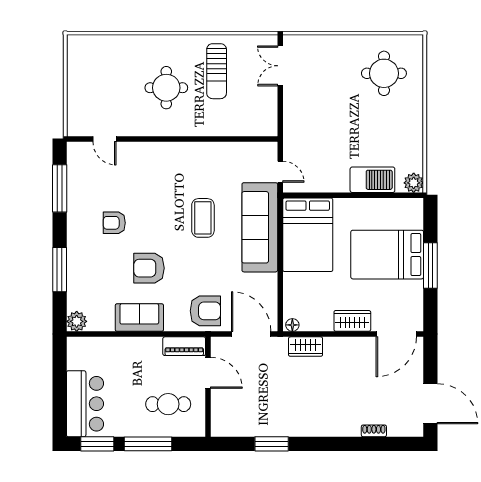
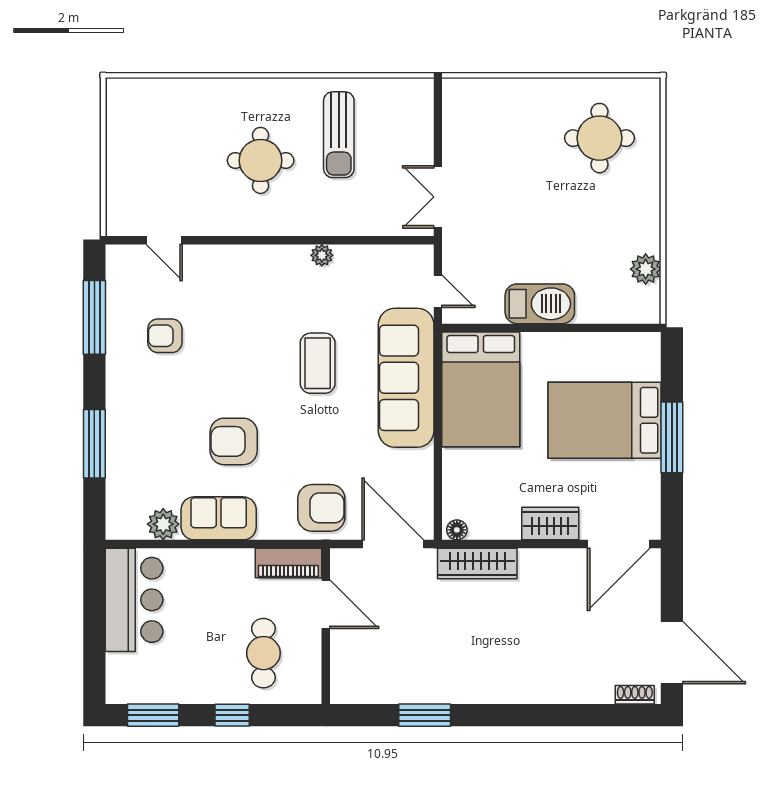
double door: (280, 66) -> (438, 197), moved
plant: (206, 149) -> (322, 255), added
barbecue: (372, 180) -> (540, 304), moved
plant: (414, 183) -> (646, 269), moved
armchair: (114, 223) -> (165, 336), moved
plant: (77, 321) -> (163, 524), moved
wardrobe: (306, 347) -> (477, 563), width x1.50
bar counter: (85, 404) -> (134, 600), moved
cafe table: (168, 404) -> (263, 653), turned 90
shoe rack: (374, 431) -> (635, 695), moved
window: (148, 444) -> (232, 715), width x0.46

